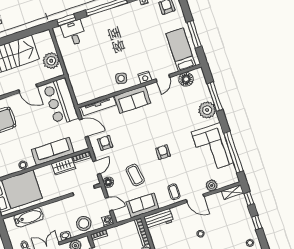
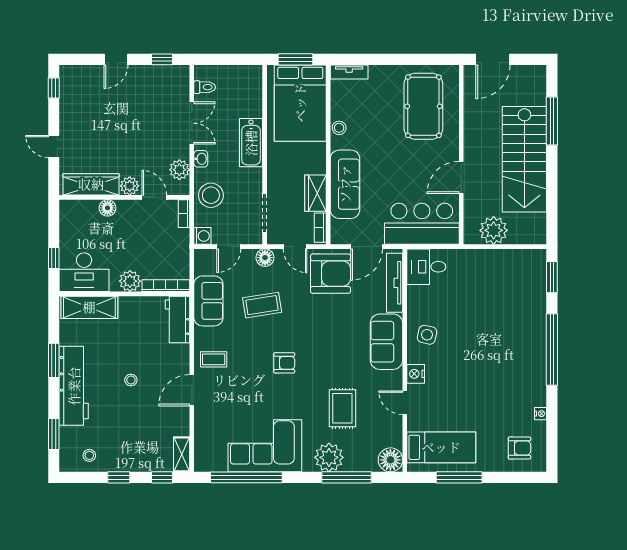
desk: (74, 33) -> (426, 267), moved, turned 180
floor lamp: (186, 79) -> (390, 460), moved
rug: (177, 112) -> (342, 408), added
armchair: (105, 143) -> (330, 274), width x1.88, depth x1.88
plant: (212, 185) -> (204, 424), removed
bathtub: (28, 217) -> (251, 143), moved

